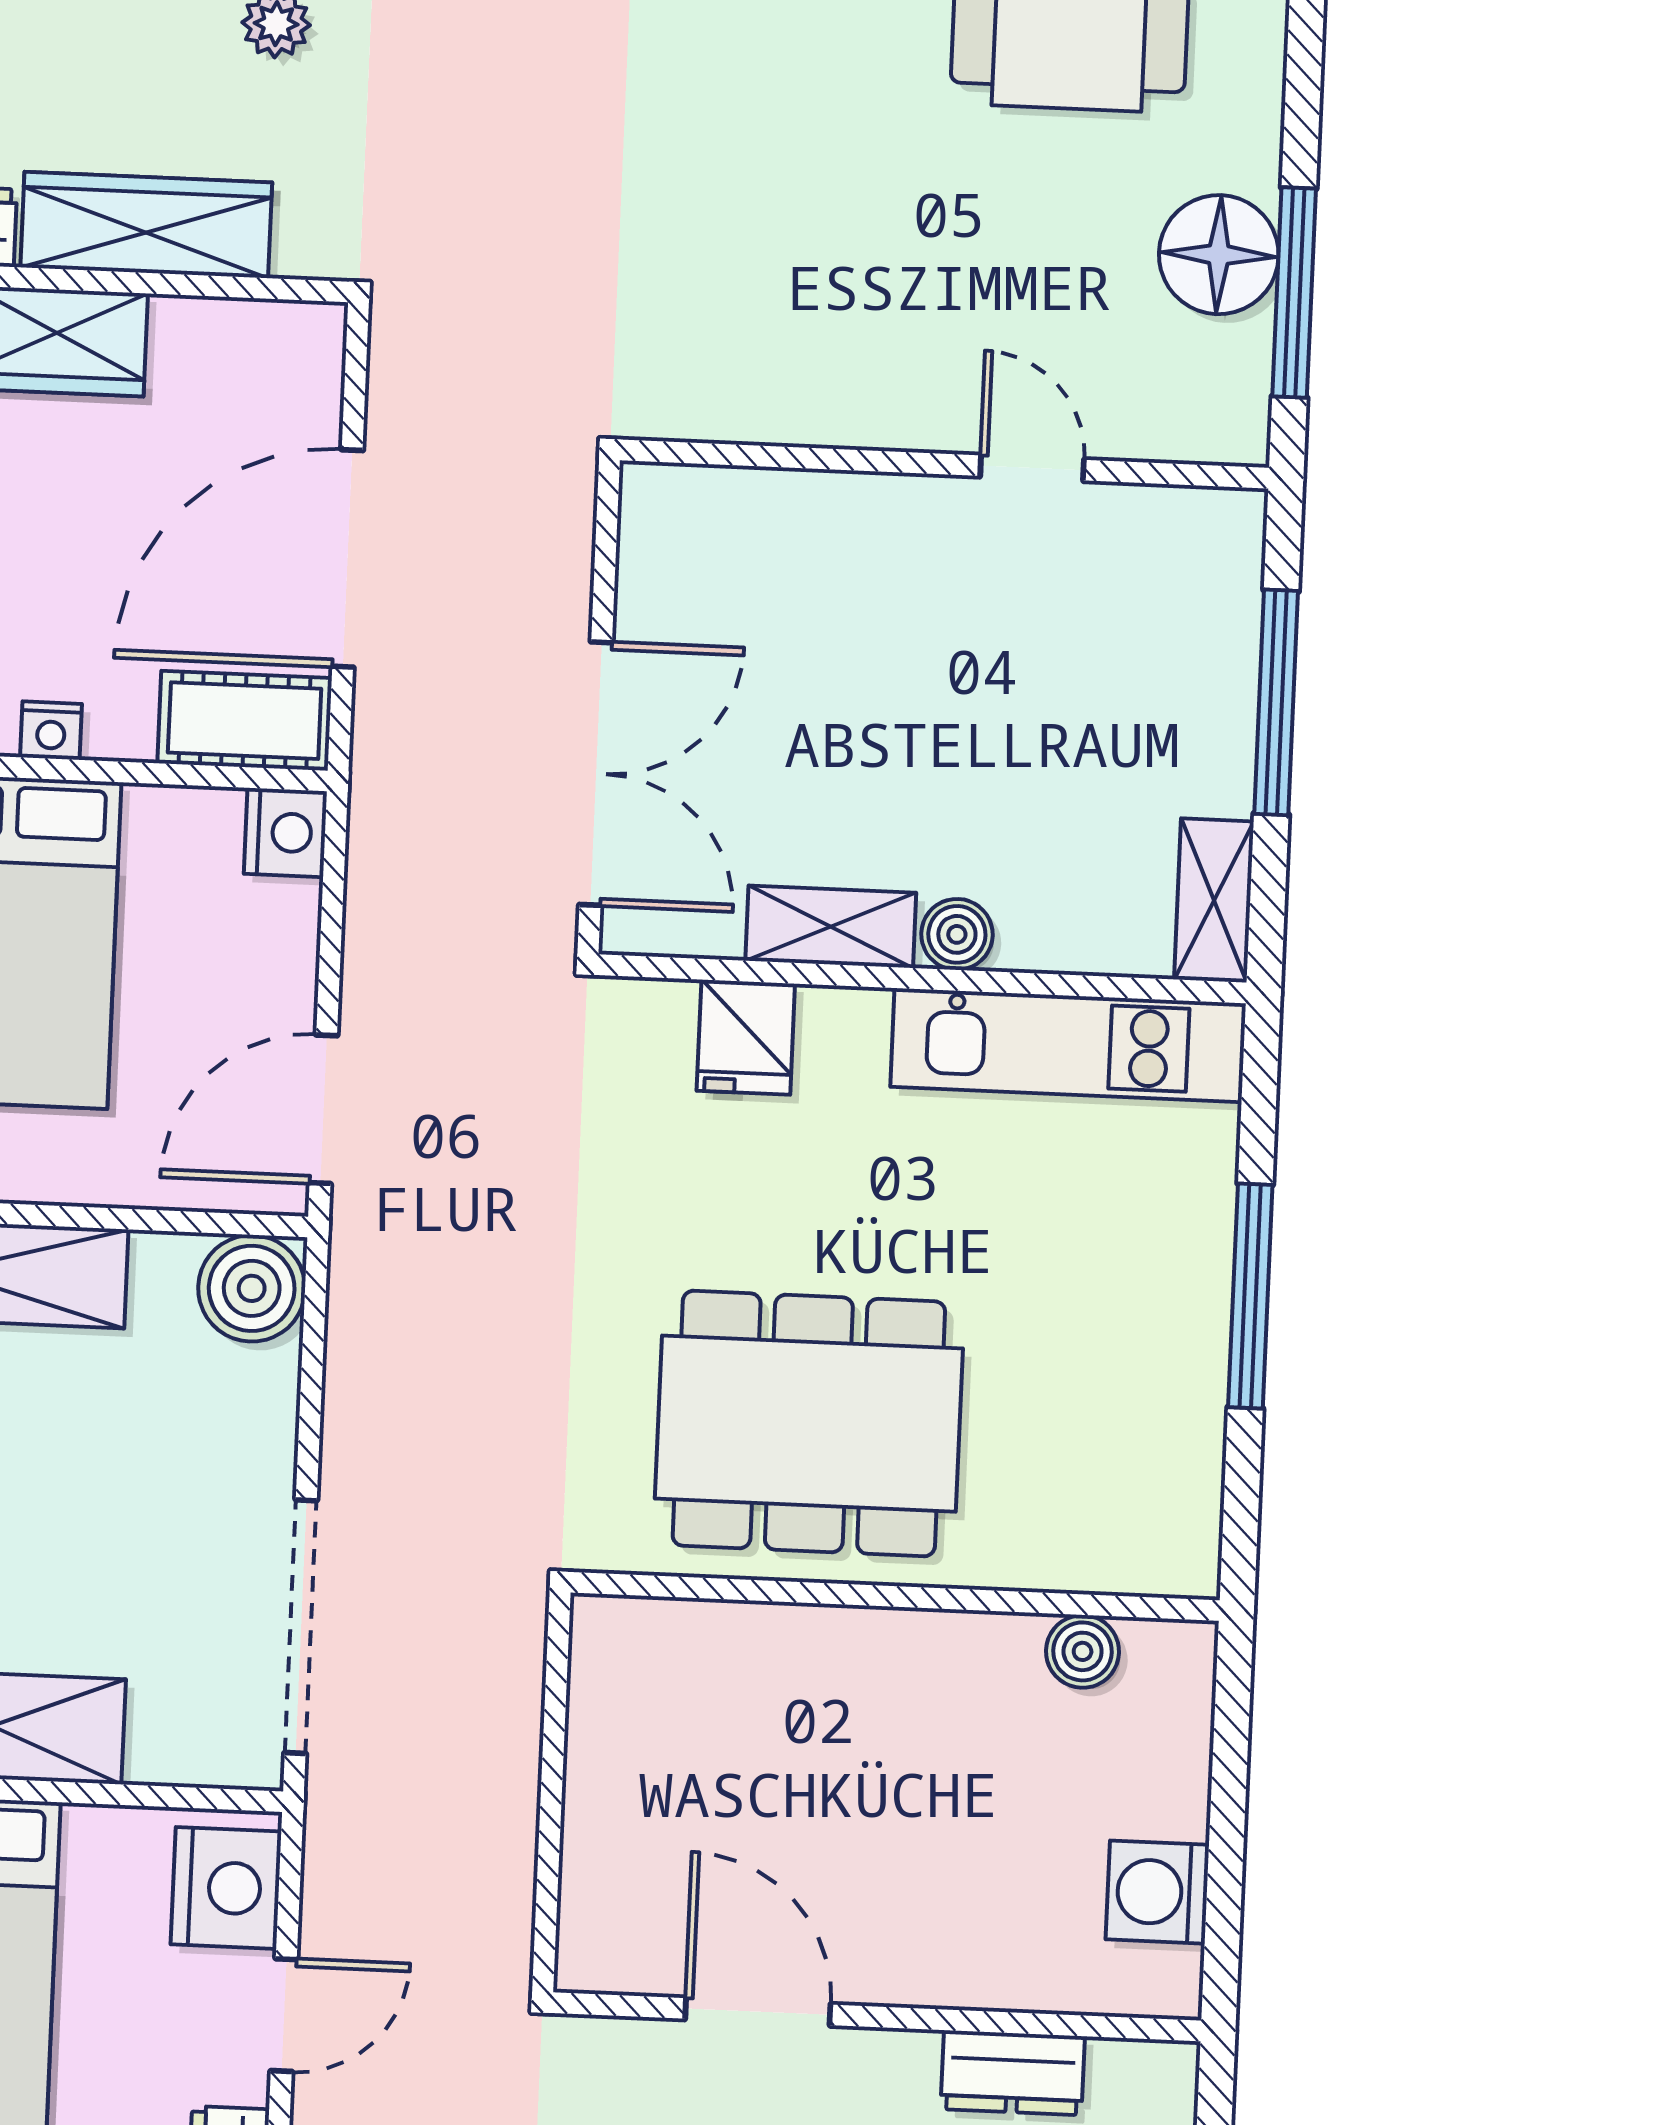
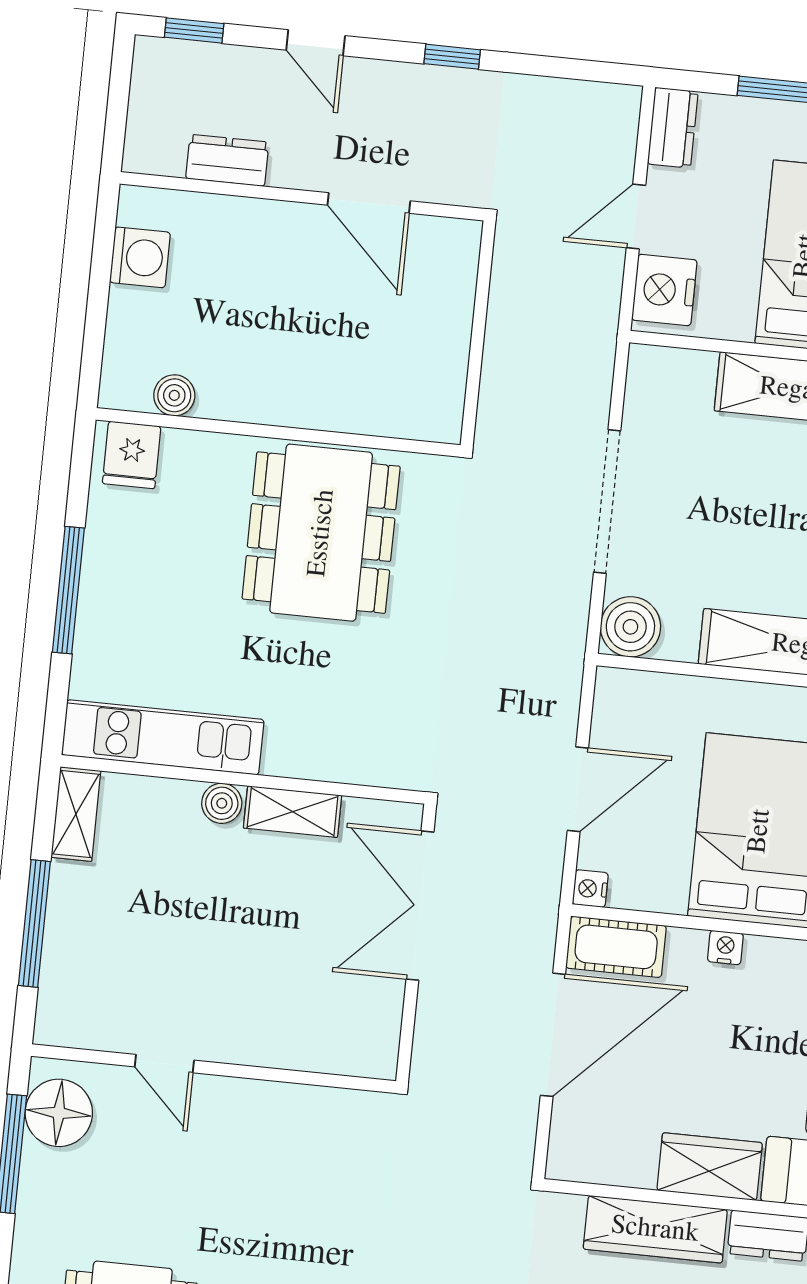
floor lamp: (1219, 255) -> (59, 1113), moved
nightstand: (285, 833) -> (590, 889), width x0.72, depth x0.74
fridge: (746, 1037) -> (132, 455), moved, turned 180
door: (323, 1109) -> (578, 789), moved
dining table: (809, 1424) -> (321, 533), turned 90
doorway: (301, 1627) -> (607, 501), moved

